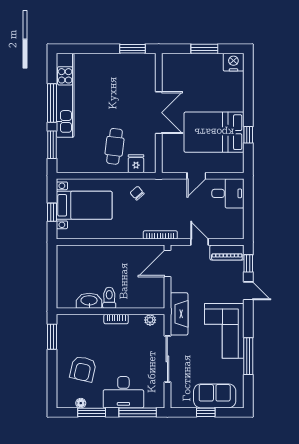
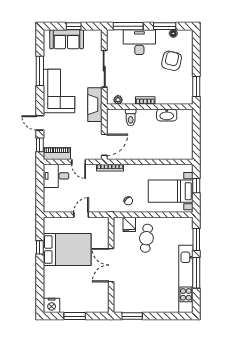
desk: (228, 193) -> (56, 176), moved
toilet: (109, 298) -> (131, 117), moved

